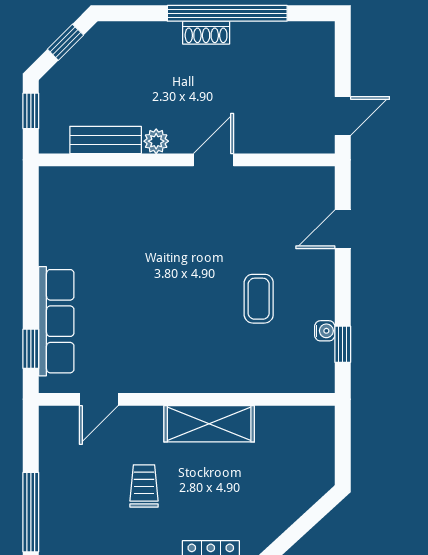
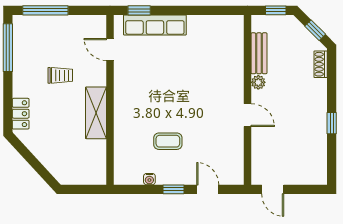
window: (227, 13) -> (332, 123), width x0.32
shoe rack: (206, 33) -> (321, 64), moved
window: (343, 344) -> (173, 189), moved

